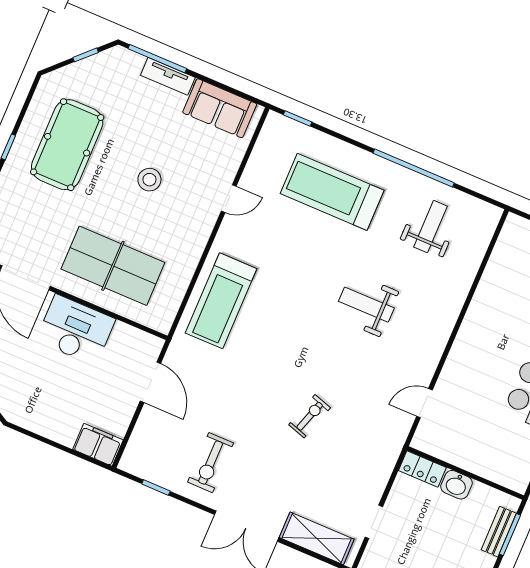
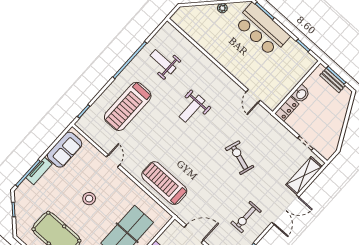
treadmill: (221, 301) -> (164, 183), turned 180
exercise bike: (310, 416) -> (240, 158), width x1.38, depth x1.39
exercise bike: (211, 463) -> (246, 217), turned 90

